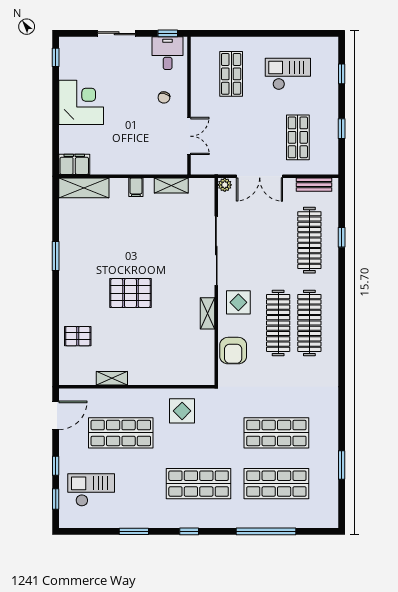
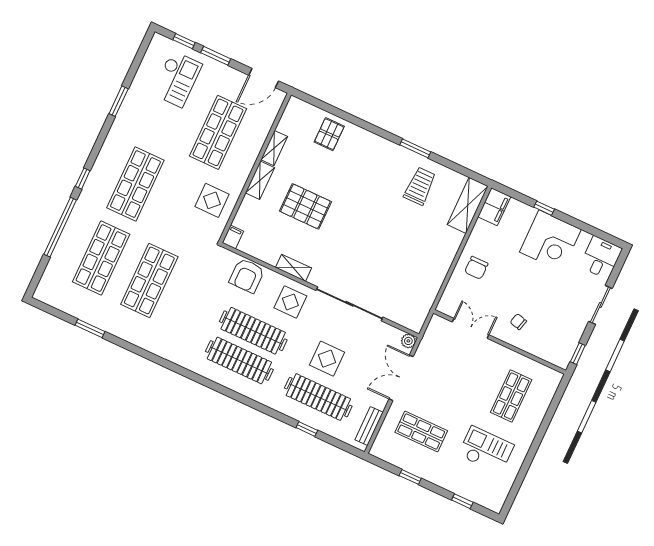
desk: (168, 53) -> (601, 257), moved, turned -90
window: (56, 57) -> (544, 208), moved
shop shelf: (231, 74) -> (511, 396), turned 90
checkout: (288, 74) -> (486, 450), turned -90
double door: (189, 136) -> (471, 328), swing flipped
chair: (134, 155) -> (476, 268), added
shelving: (171, 185) -> (260, 180), moved
filing cabinet: (136, 187) -> (233, 237), moved, turned 90
trolley: (86, 237) -> (420, 186), added
display table: (273, 248) -> (327, 359), added
pallet: (130, 293) -> (305, 206), moved, turned 90
armchair: (233, 351) -> (247, 276), turned -90
door: (56, 415) -> (264, 78), hinge flipped
window: (56, 466) -> (216, 56), width x1.50
window: (189, 531) -> (83, 179), moved

